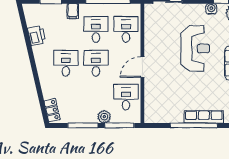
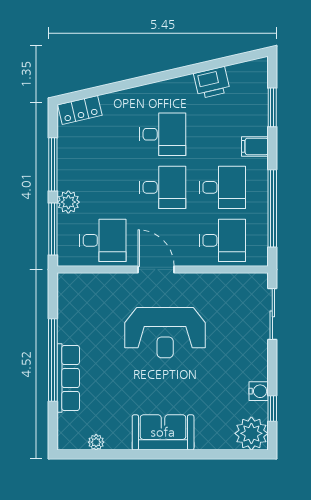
reception desk: (195, 49) -> (165, 333), moved

